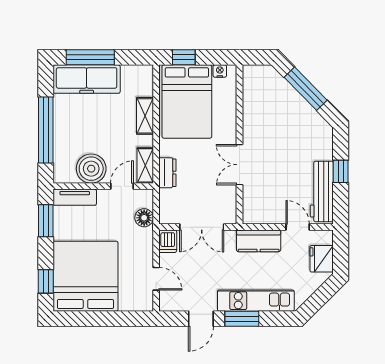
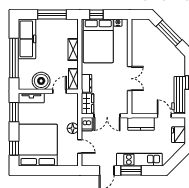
window: (90, 57) -> (52, 14), moved
freezer: (87, 79) -> (27, 39), moved, turned -90
double door: (240, 165) -> (130, 79), swing flipped
wardrobe: (169, 207) -> (88, 104), added
floor lamp: (144, 218) -> (73, 128), moved

